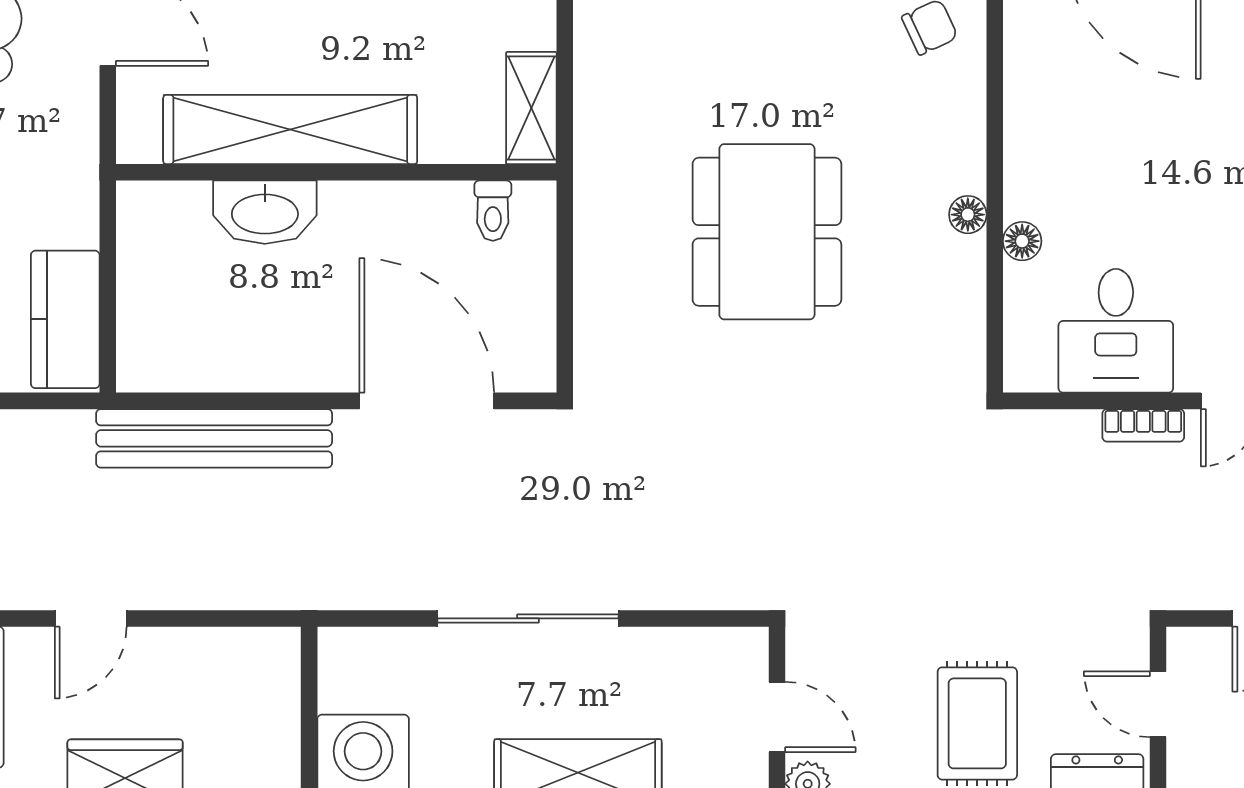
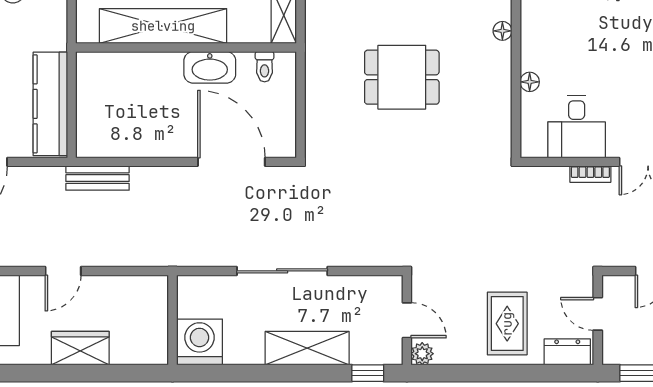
washbasin: (265, 212) -> (210, 67), moved
floor lamp: (968, 215) -> (502, 31), moved
dining table: (767, 232) -> (402, 77), width x0.73
kitchen counter: (65, 319) -> (50, 104), width x1.50
bench: (214, 438) -> (97, 178), width x0.54, depth x0.82

